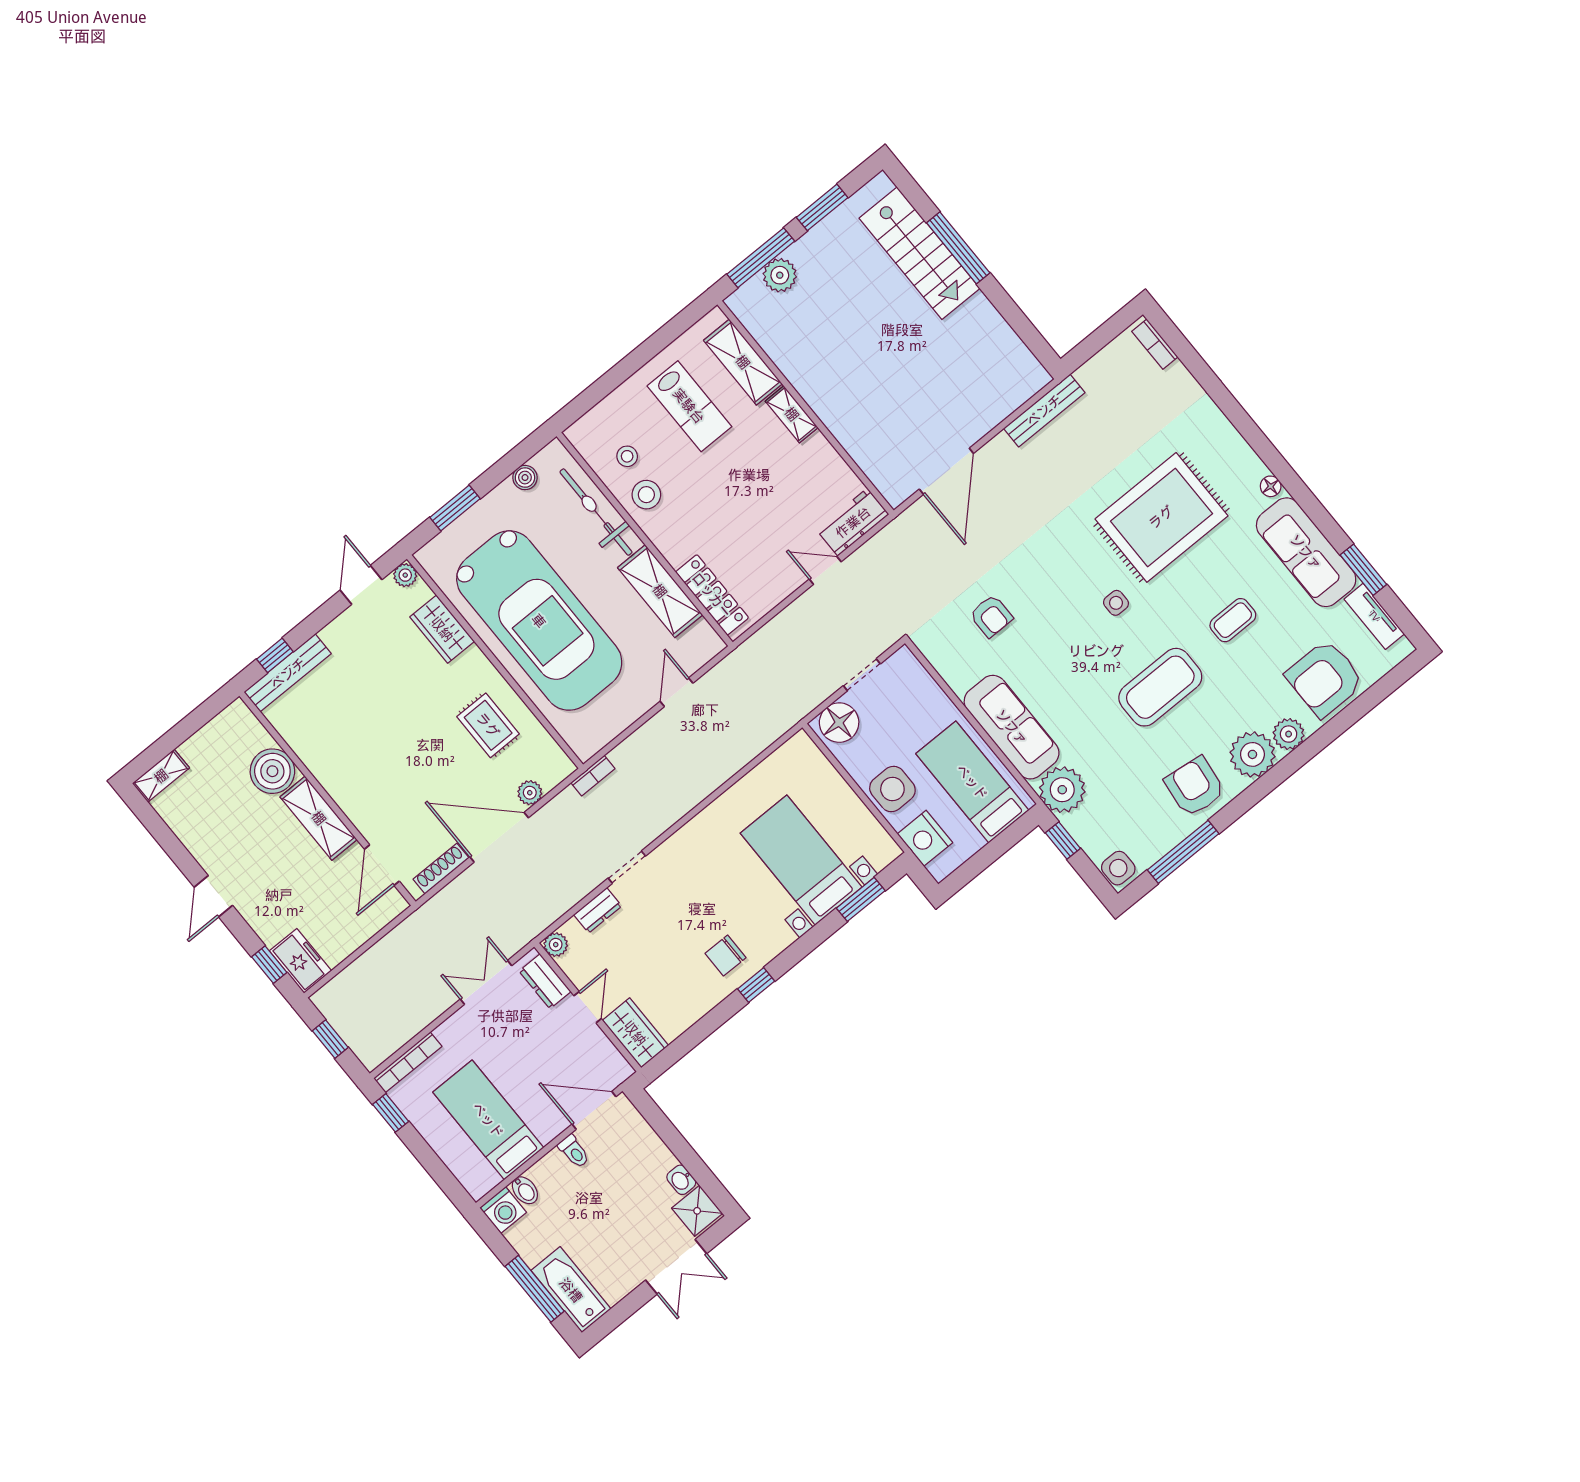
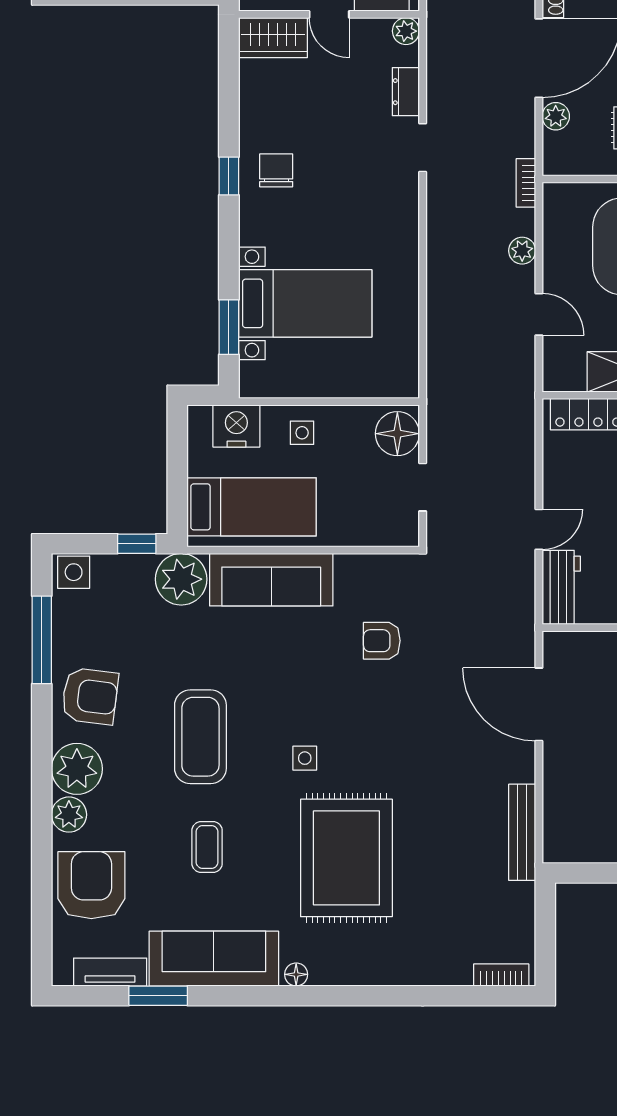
plant: (642, 740) -> (522, 251), added
side table: (892, 789) -> (302, 433), width x0.54, depth x0.54

